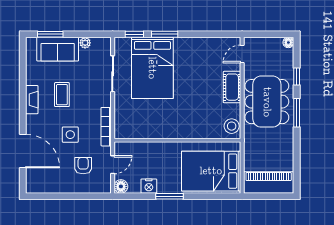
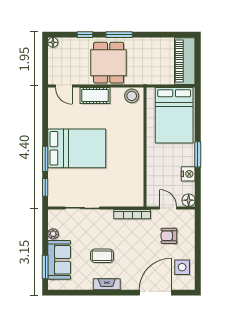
bed: (152, 68) -> (77, 148), moved
dining table: (267, 102) -> (109, 63), width x0.73
side table: (70, 135) -> (182, 267), moved

